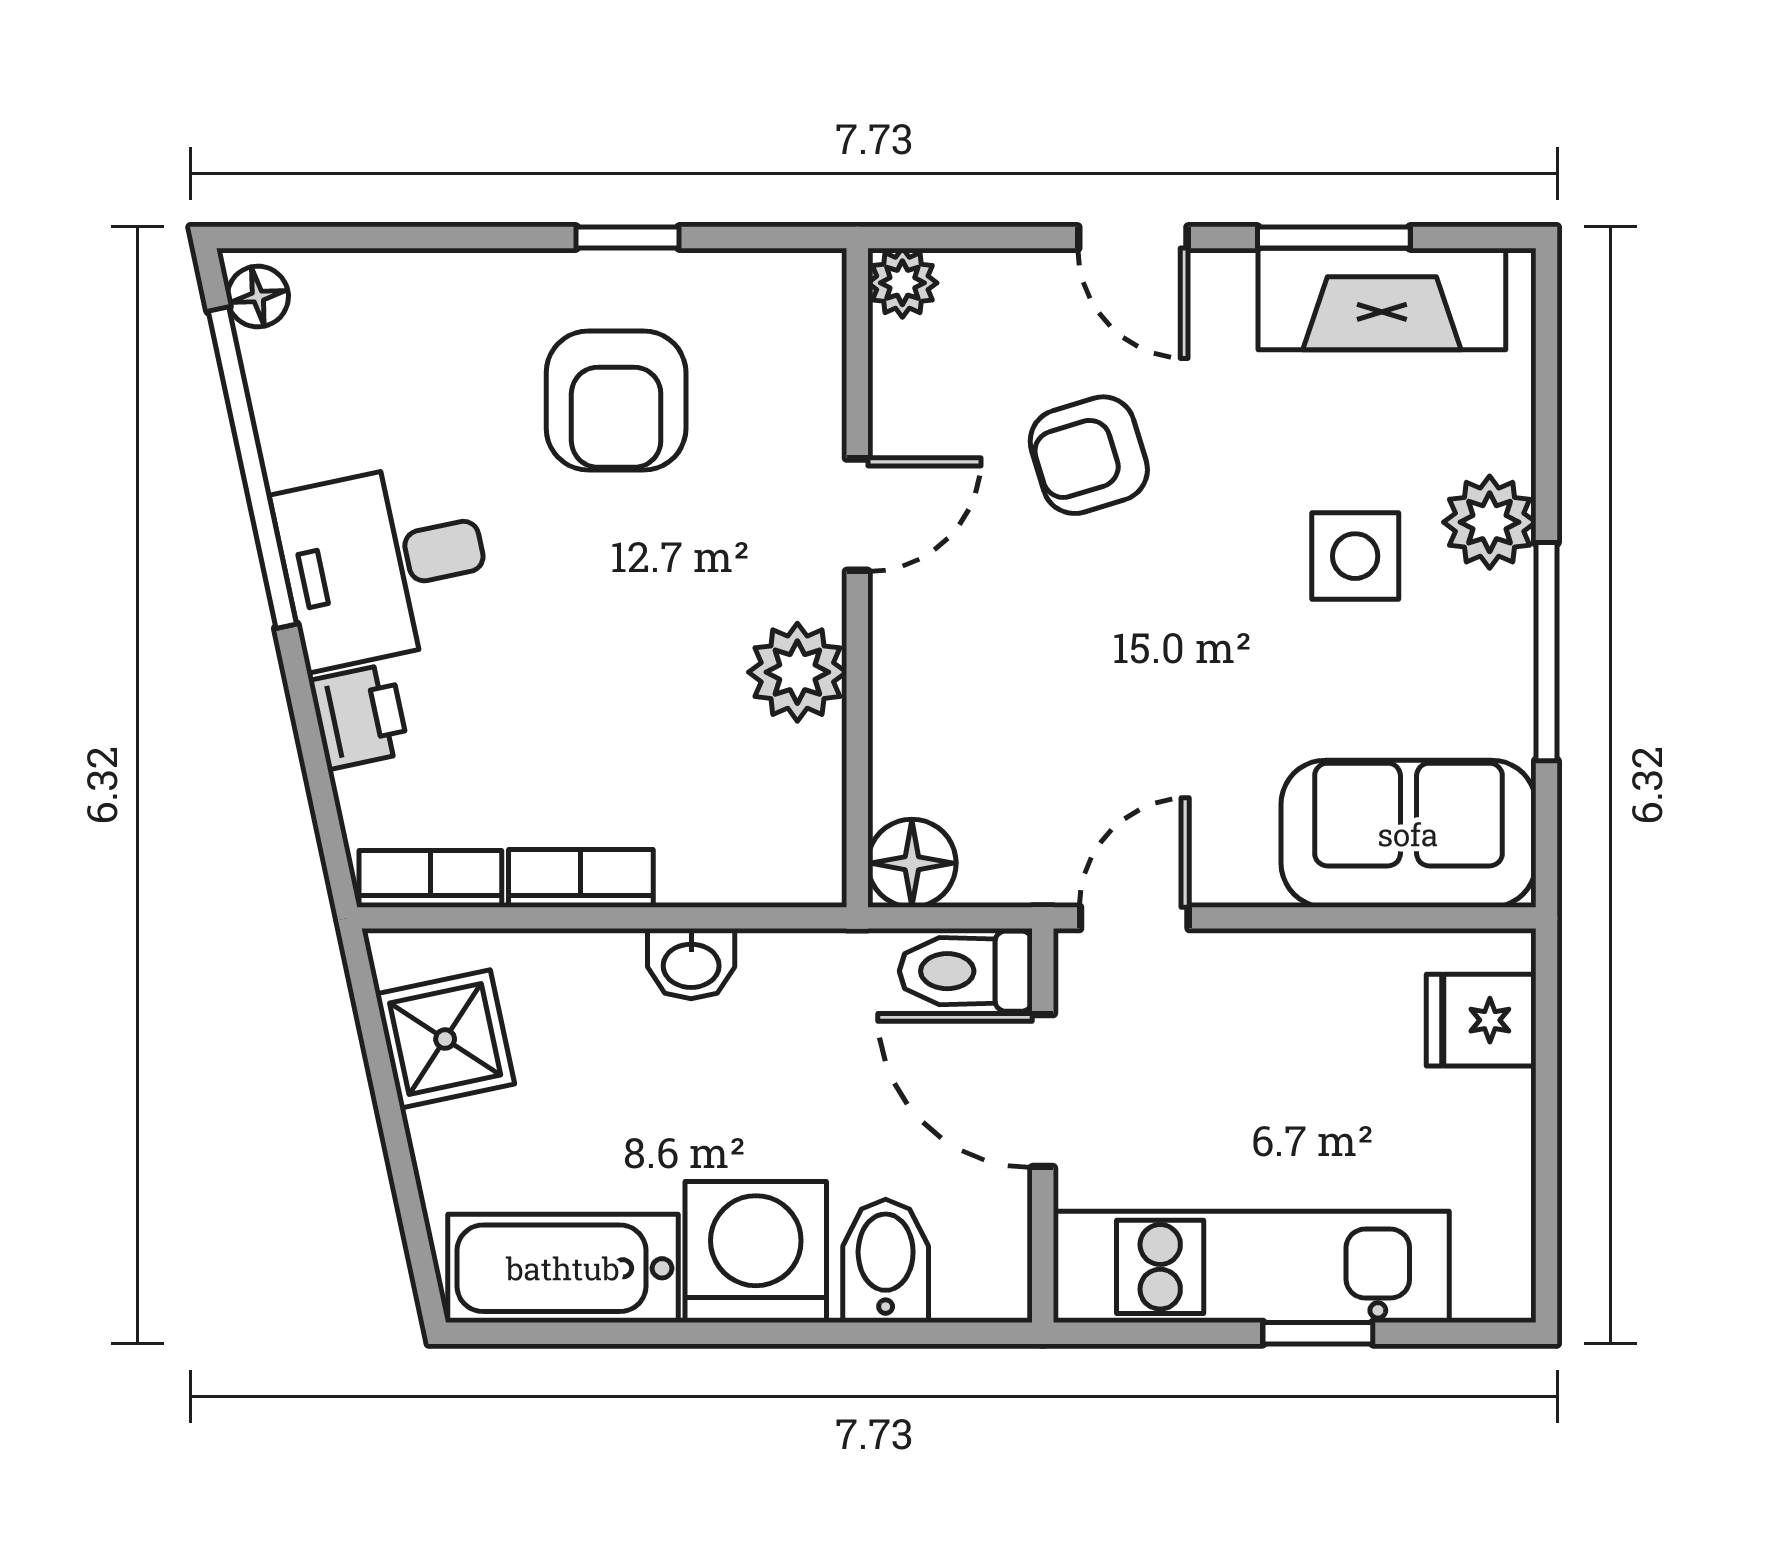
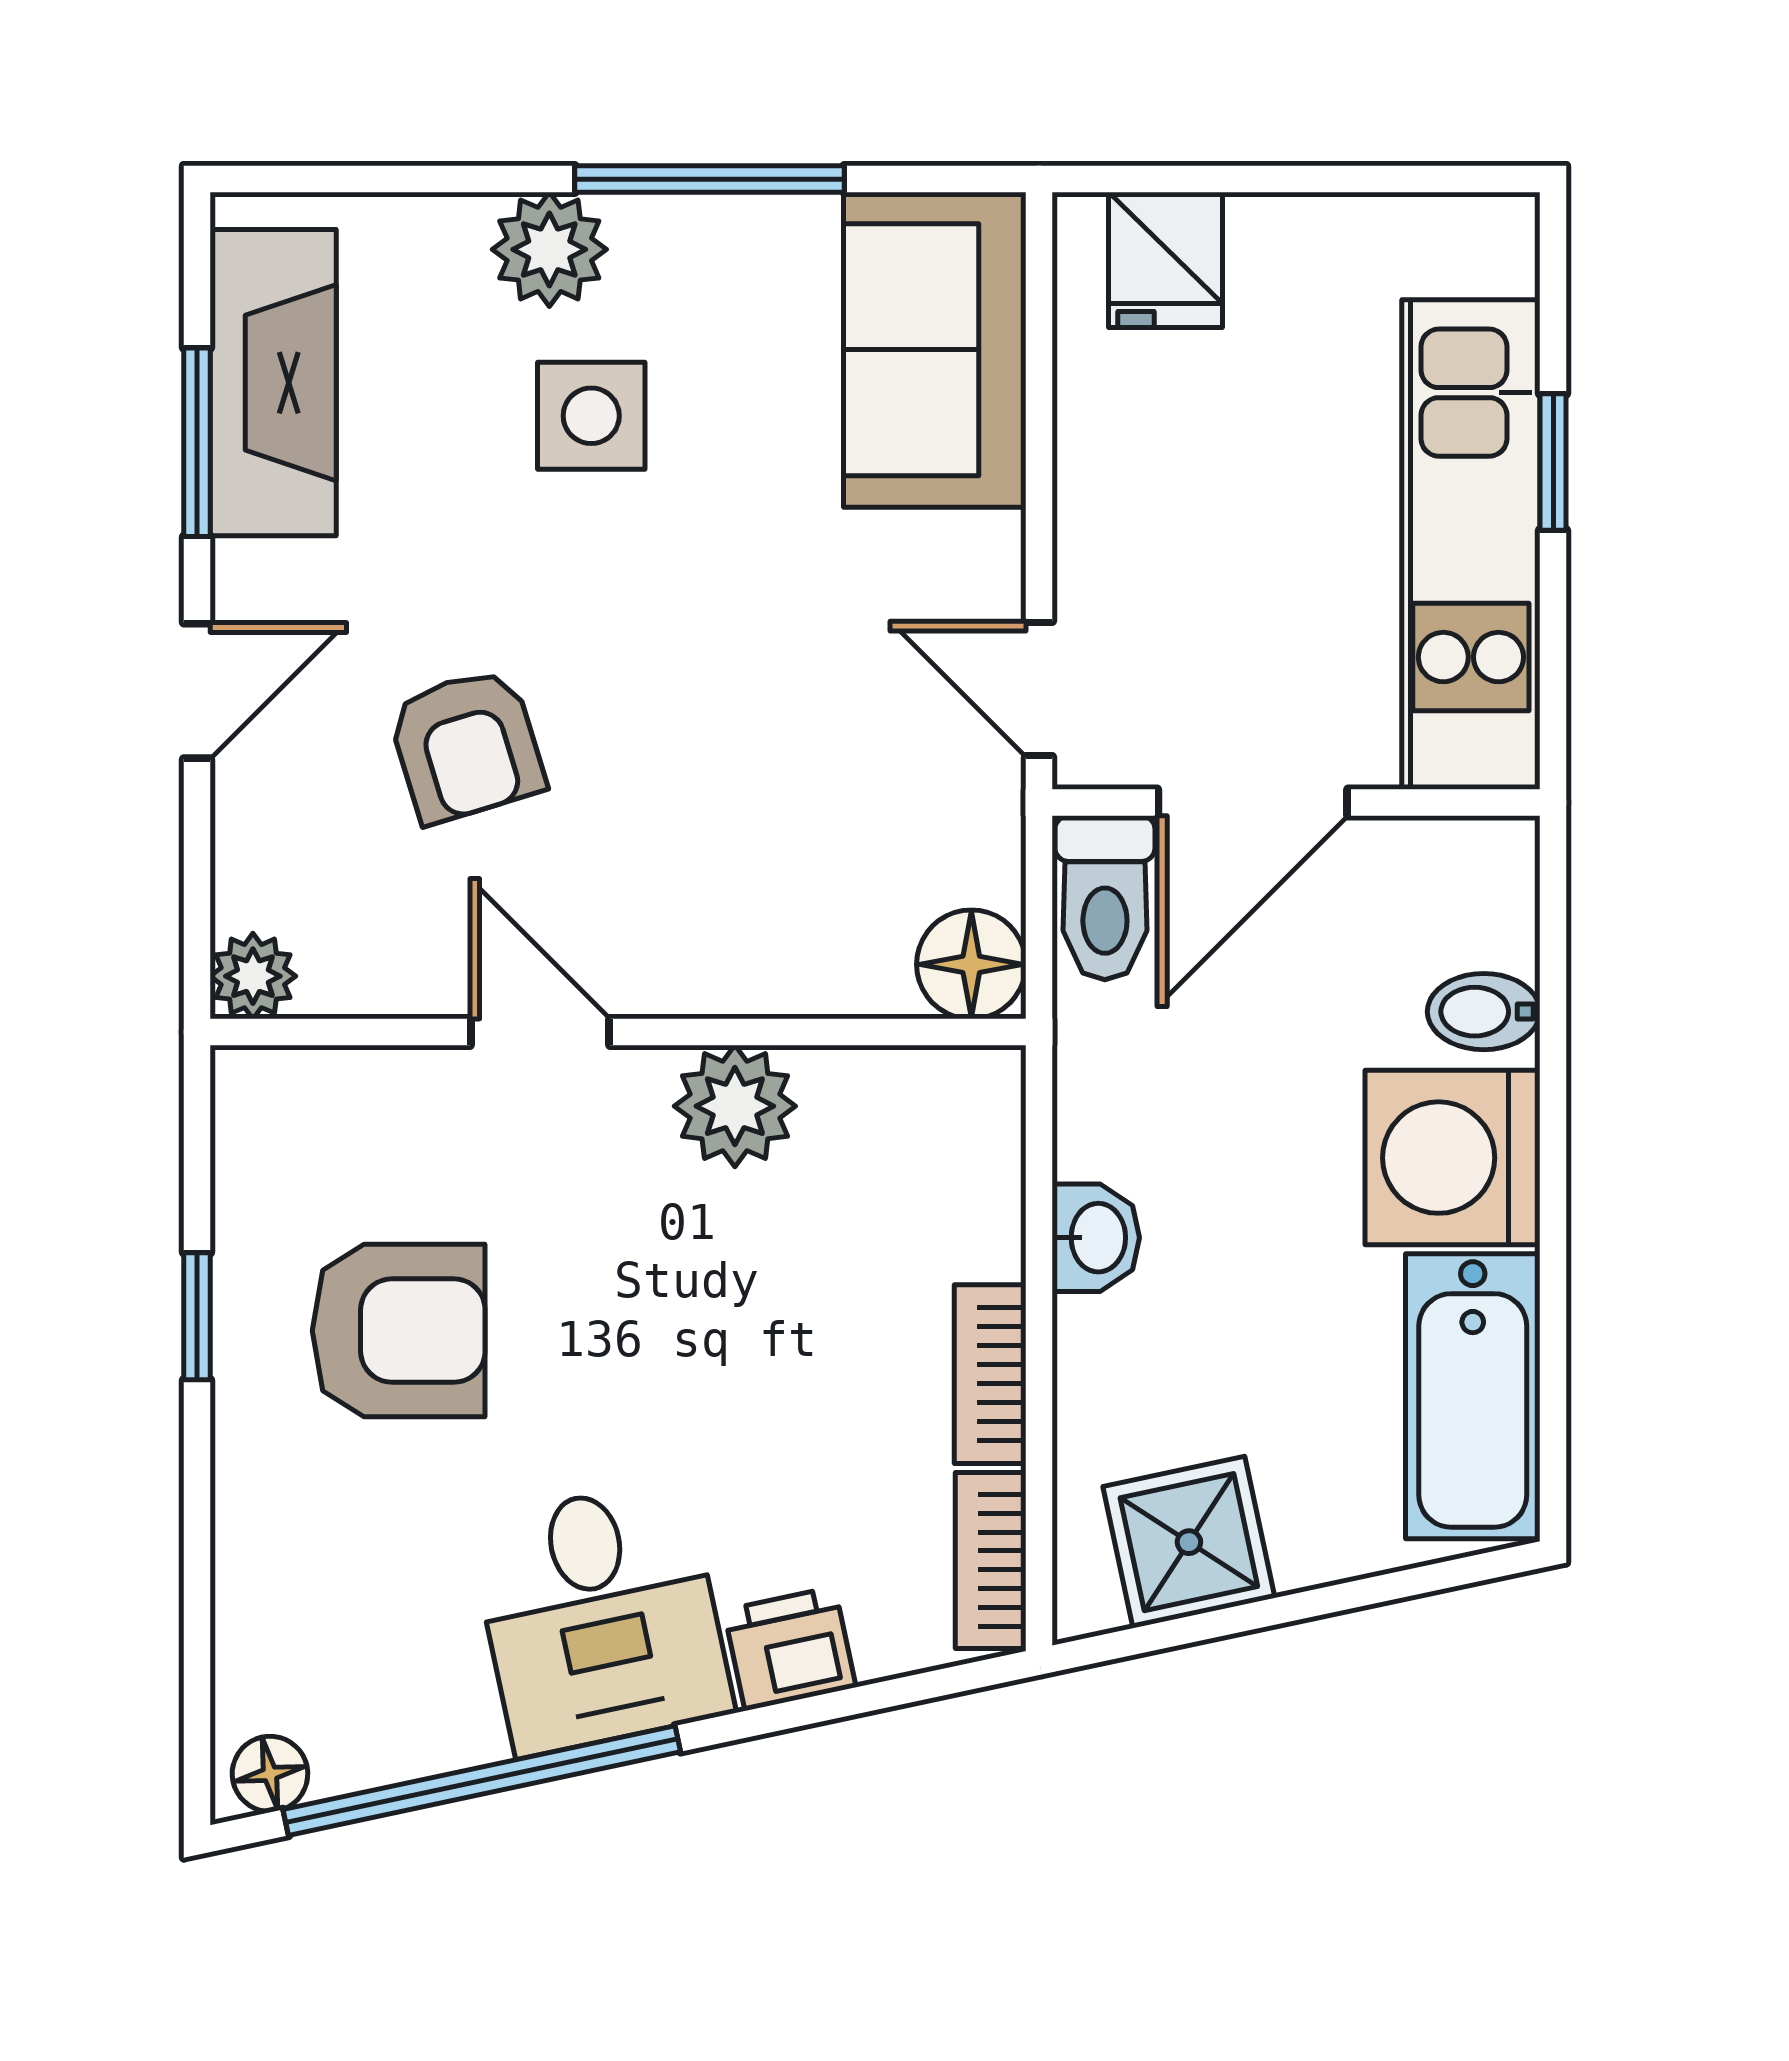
bidet: (886, 1261) -> (1484, 1012), width x0.72, depth x0.74

